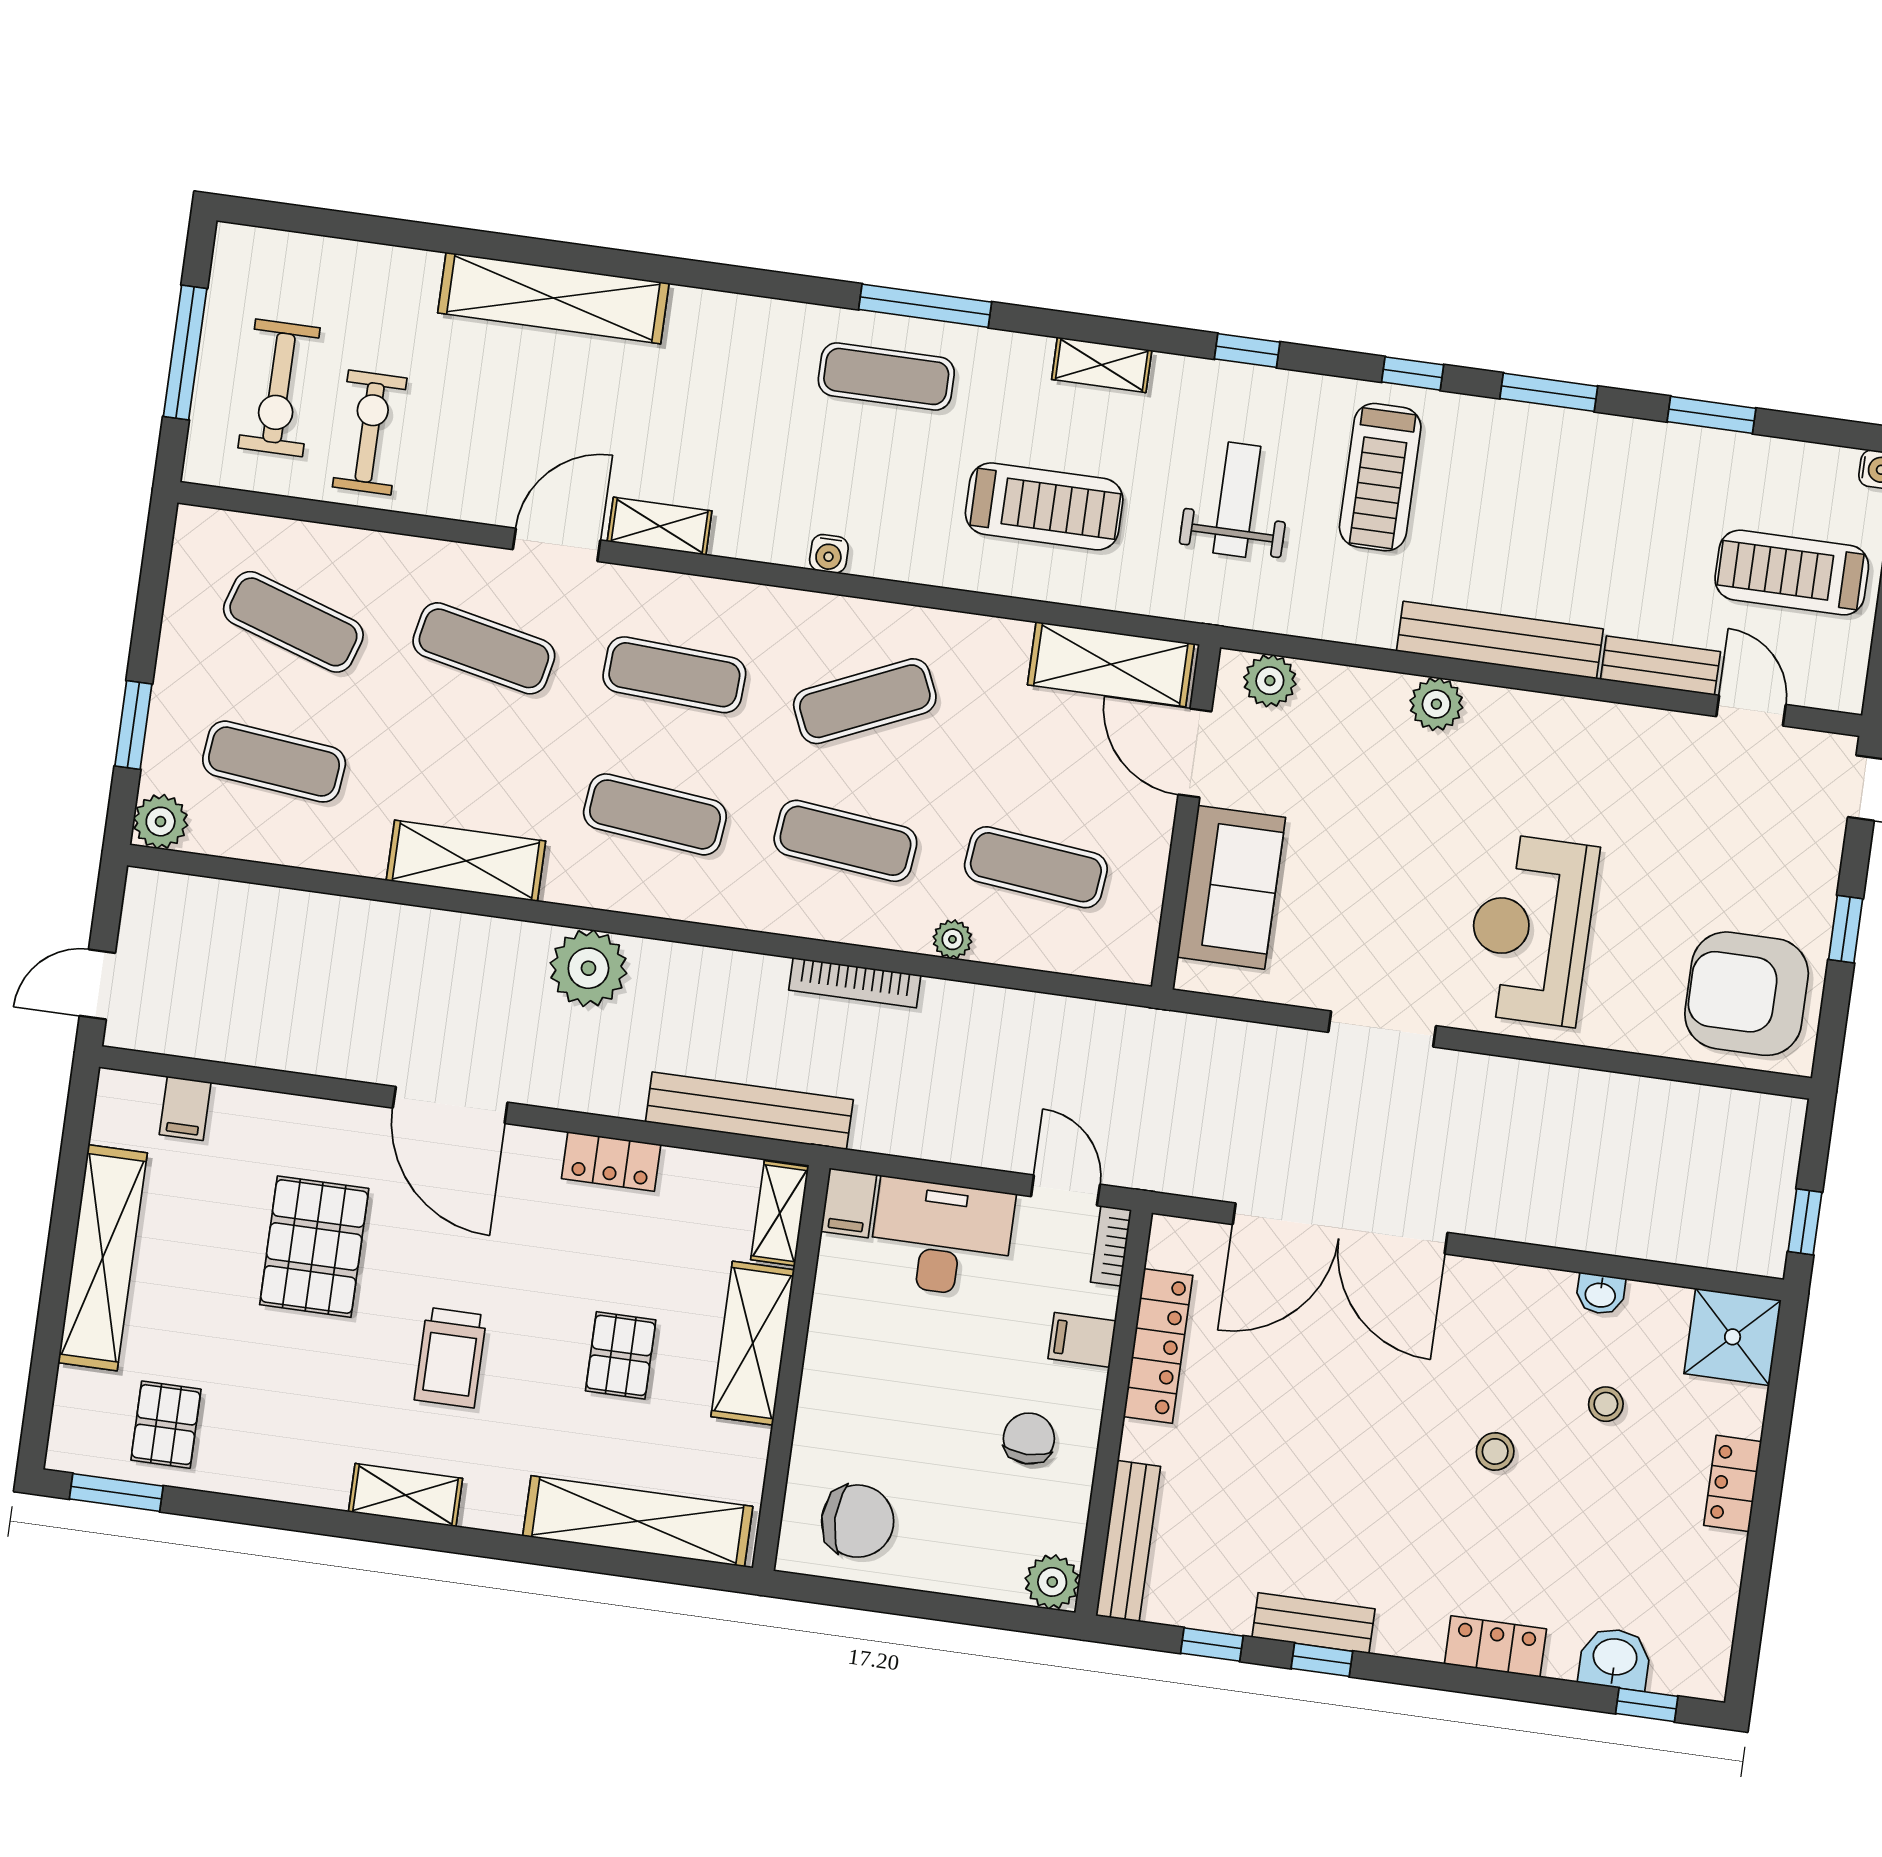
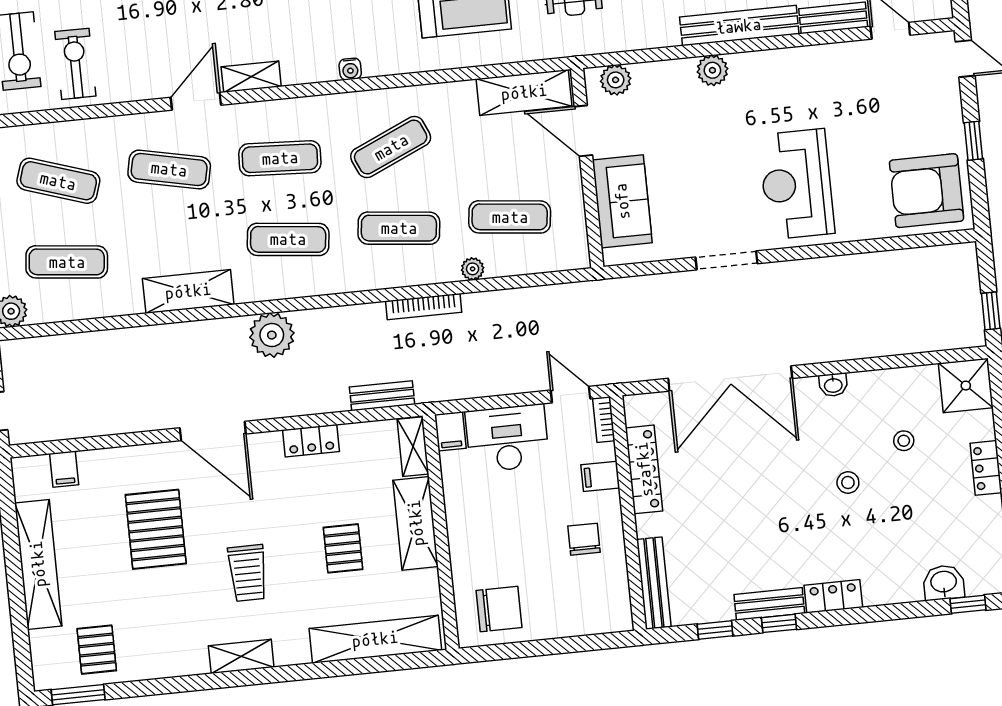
bench: (749, 1111) -> (382, 396), width x0.54, depth x0.82
washbasin: (1600, 1294) -> (833, 385), moved
plant: (1052, 1582) -> (617, 617), removed
locker: (1495, 1646) -> (833, 596), moved

